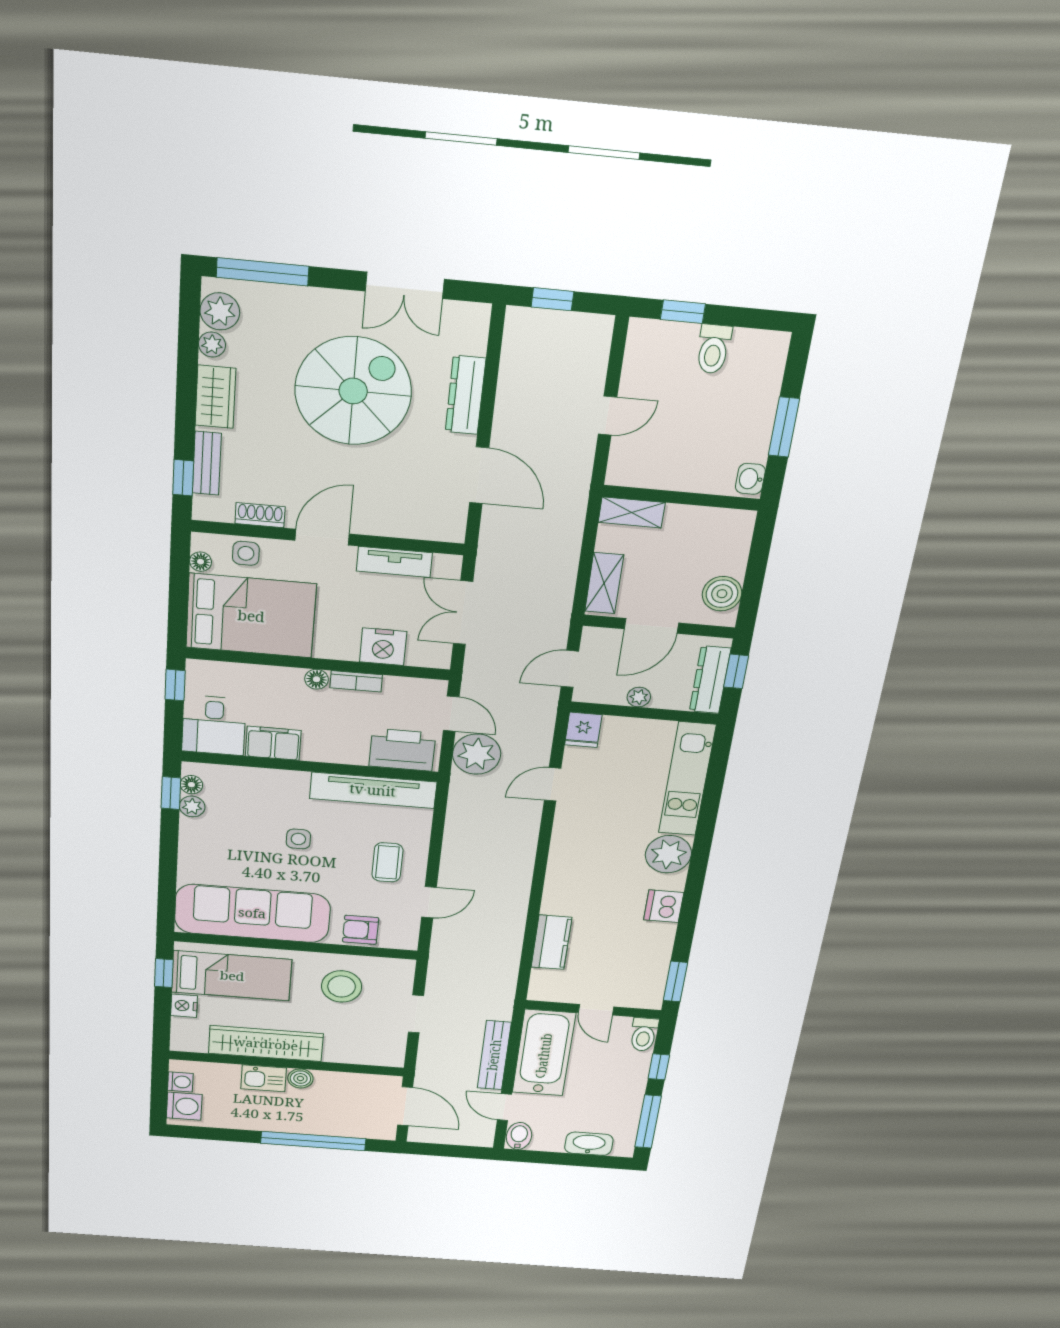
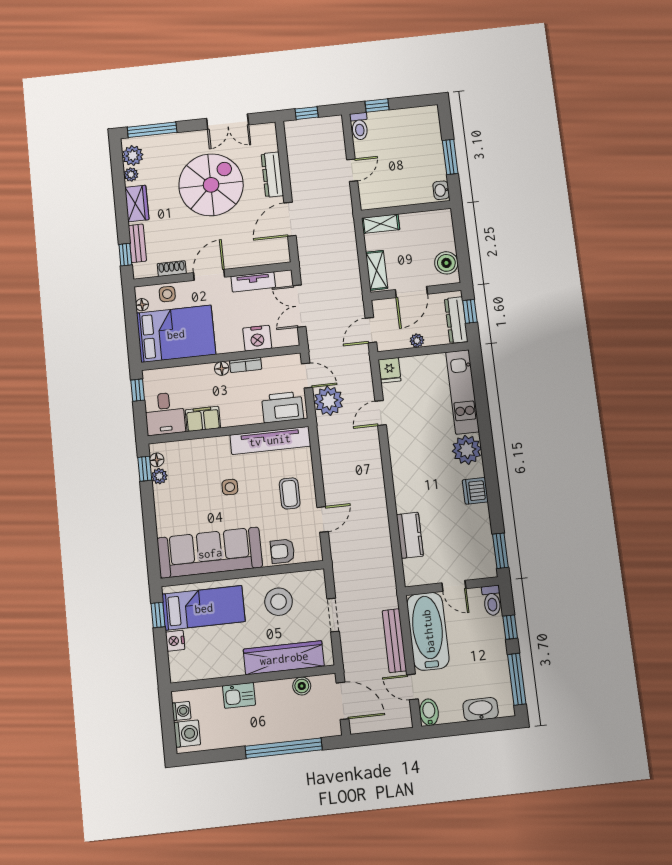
toilet: (713, 349) -> (359, 126), moved
door: (479, 475) -> (290, 219), swing flipped
wardrobe: (266, 1044) -> (284, 658), moved
boiler: (300, 1078) -> (302, 686), moved

